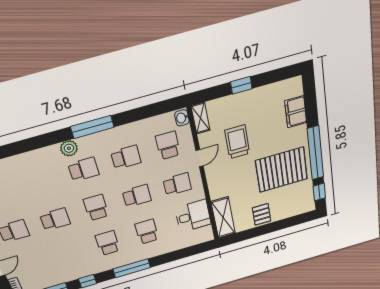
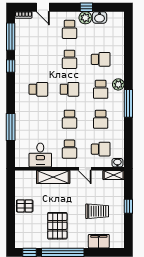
trolley: (237, 142) -> (97, 211), moved
pallet: (282, 170) -> (57, 226), width x0.73, depth x0.71
shelving: (223, 218) -> (53, 177), moved
school desk: (147, 232) -> (101, 59), moved
window: (132, 268) -> (11, 127), moved

